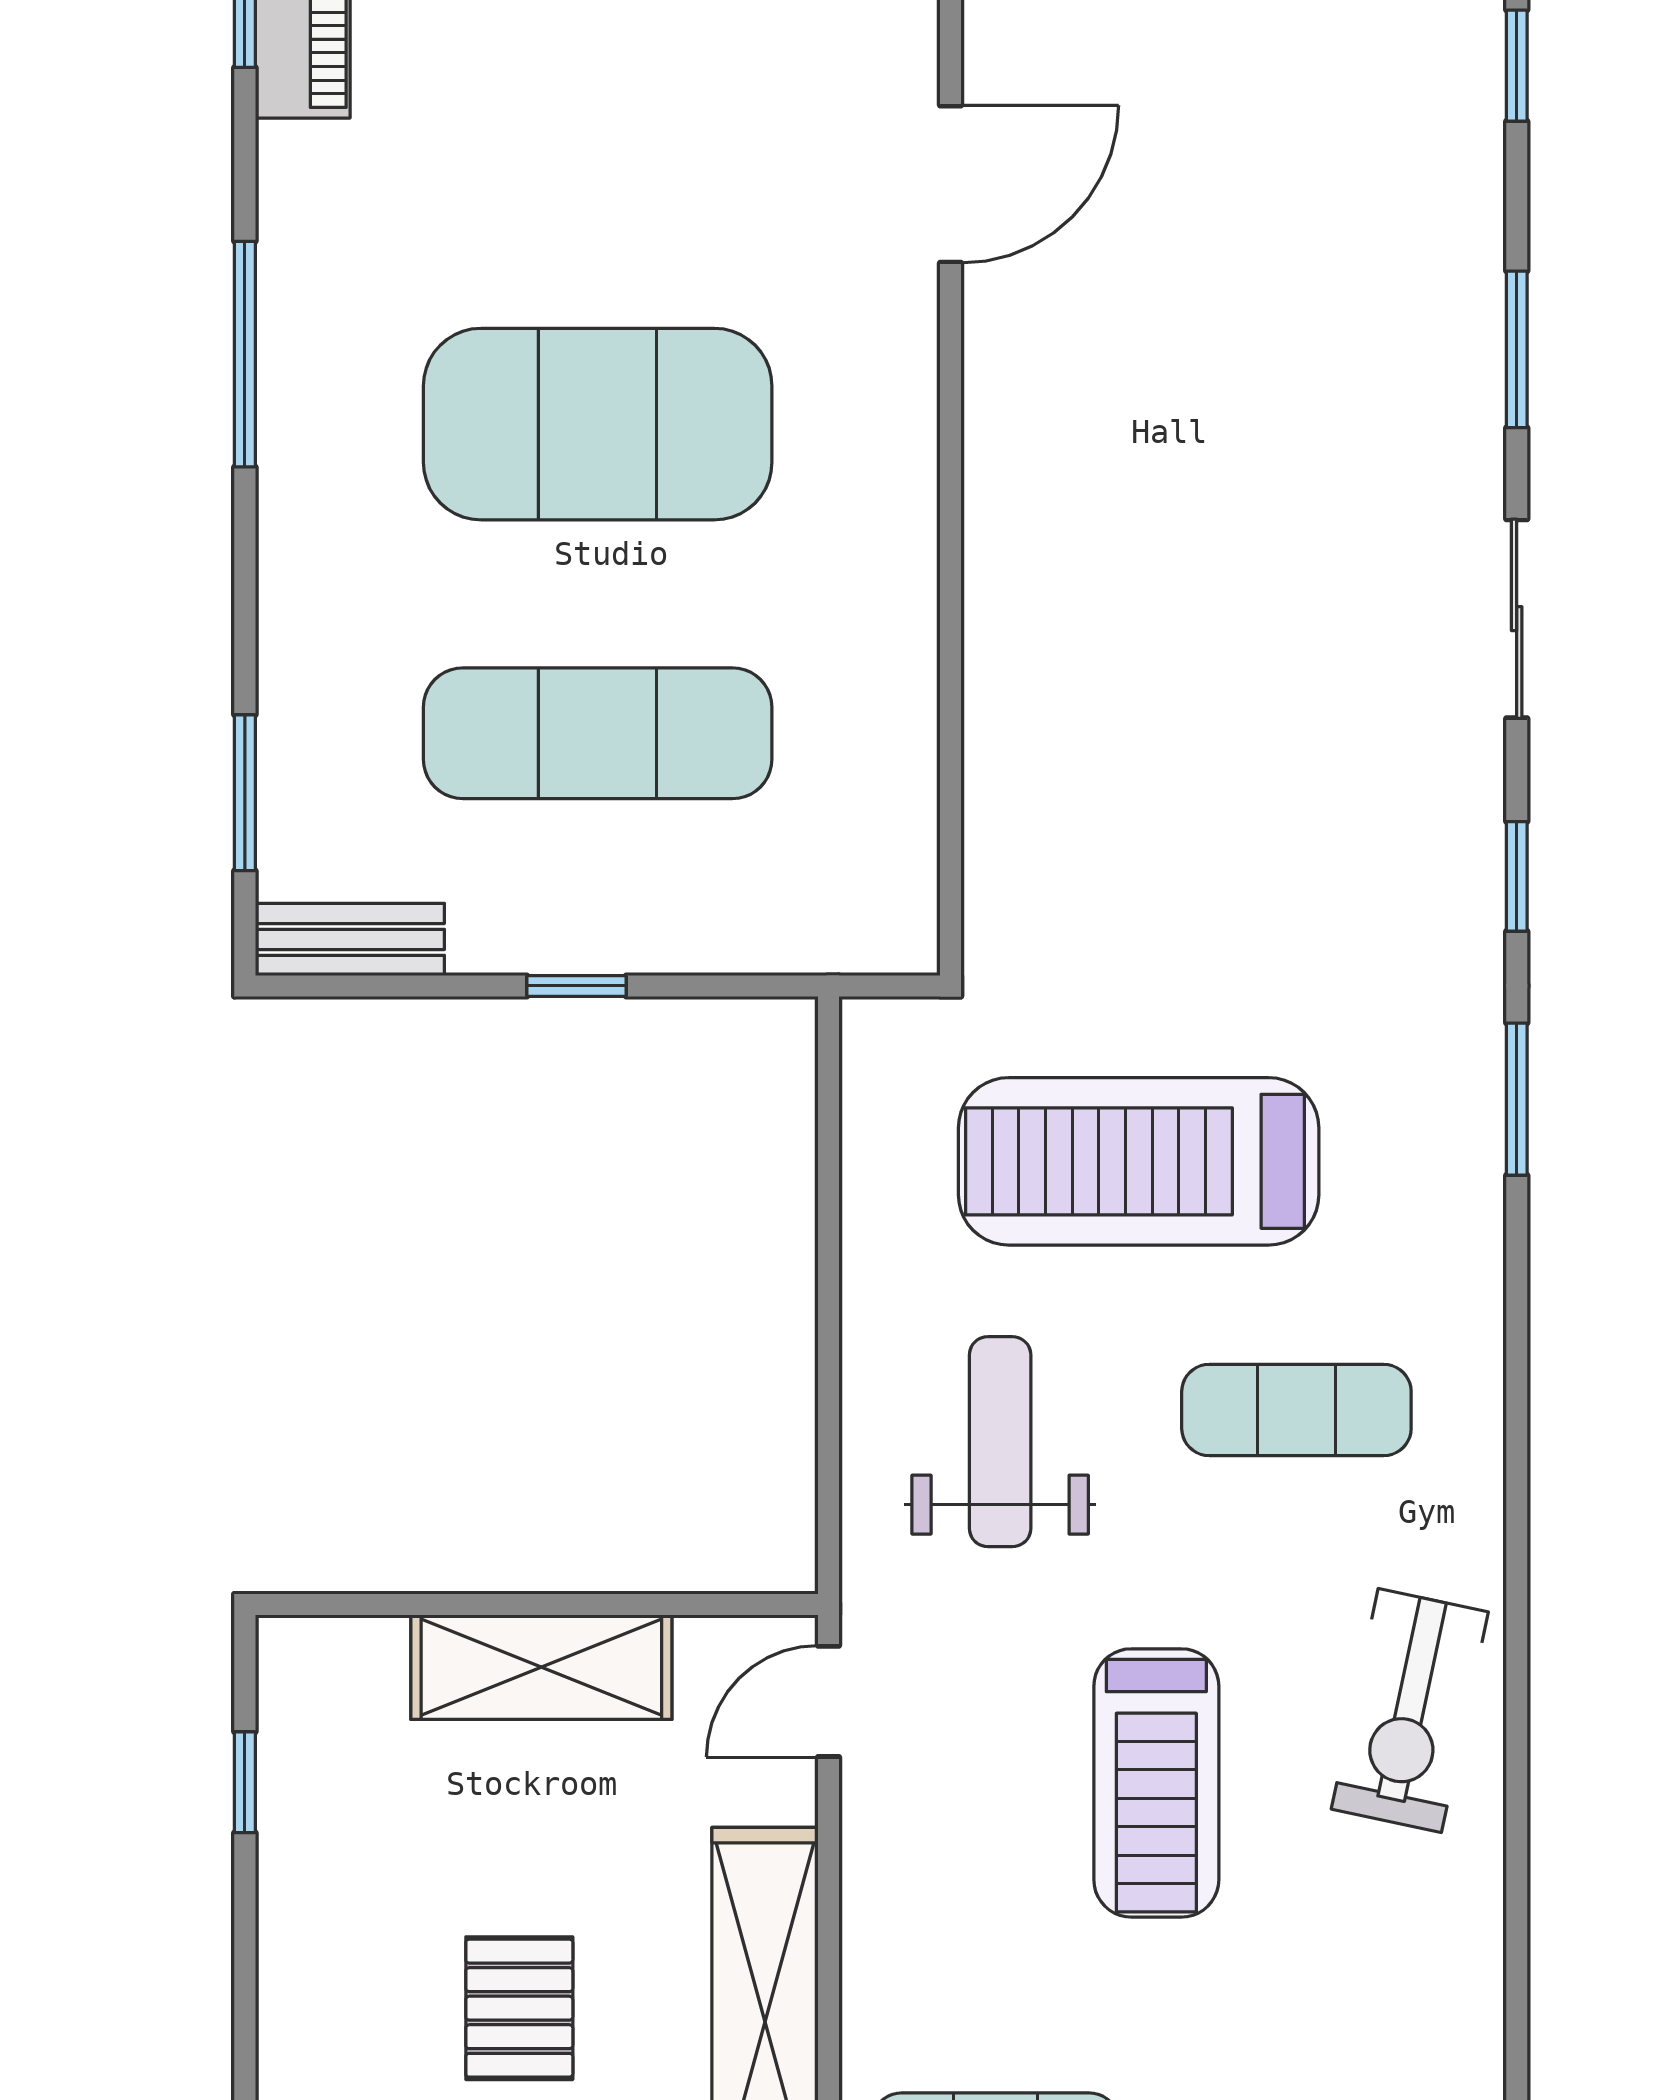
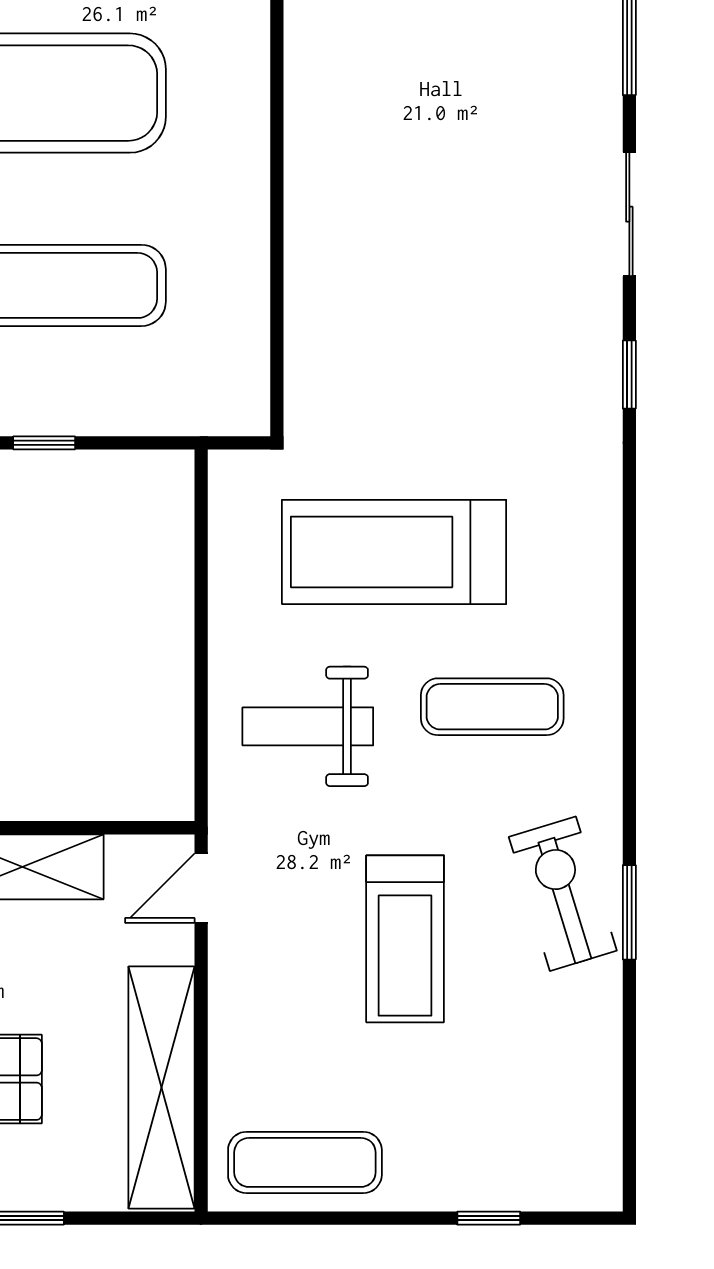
window: (1517, 1099) -> (629, 912), moved
weight bench: (1000, 1442) -> (308, 726), turned -90
exercise bike: (1410, 1710) -> (563, 894), turned 151

